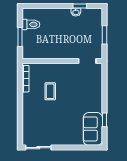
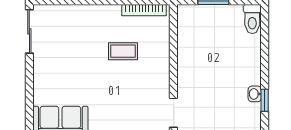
toilet: (31, 24) -> (252, 19), moved

